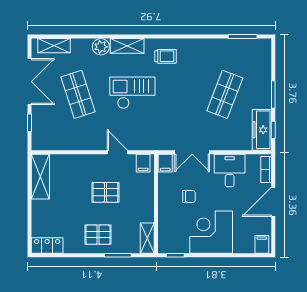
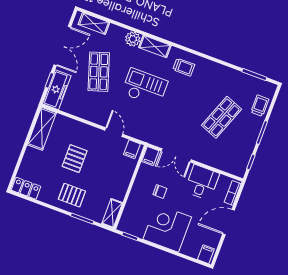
trolley: (261, 67) -> (260, 106), added
freezer: (262, 130) -> (57, 90), moved, turned 180
pallet: (105, 192) -> (75, 159), moved, turned 90

